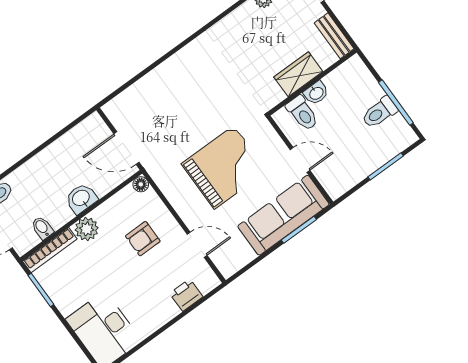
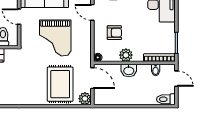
rug: (167, 105) -> (60, 84), added
plant: (115, 110) -> (85, 99), added
grand piano: (224, 167) -> (55, 38), turned -90
plant: (87, 229) -> (126, 55), moved

